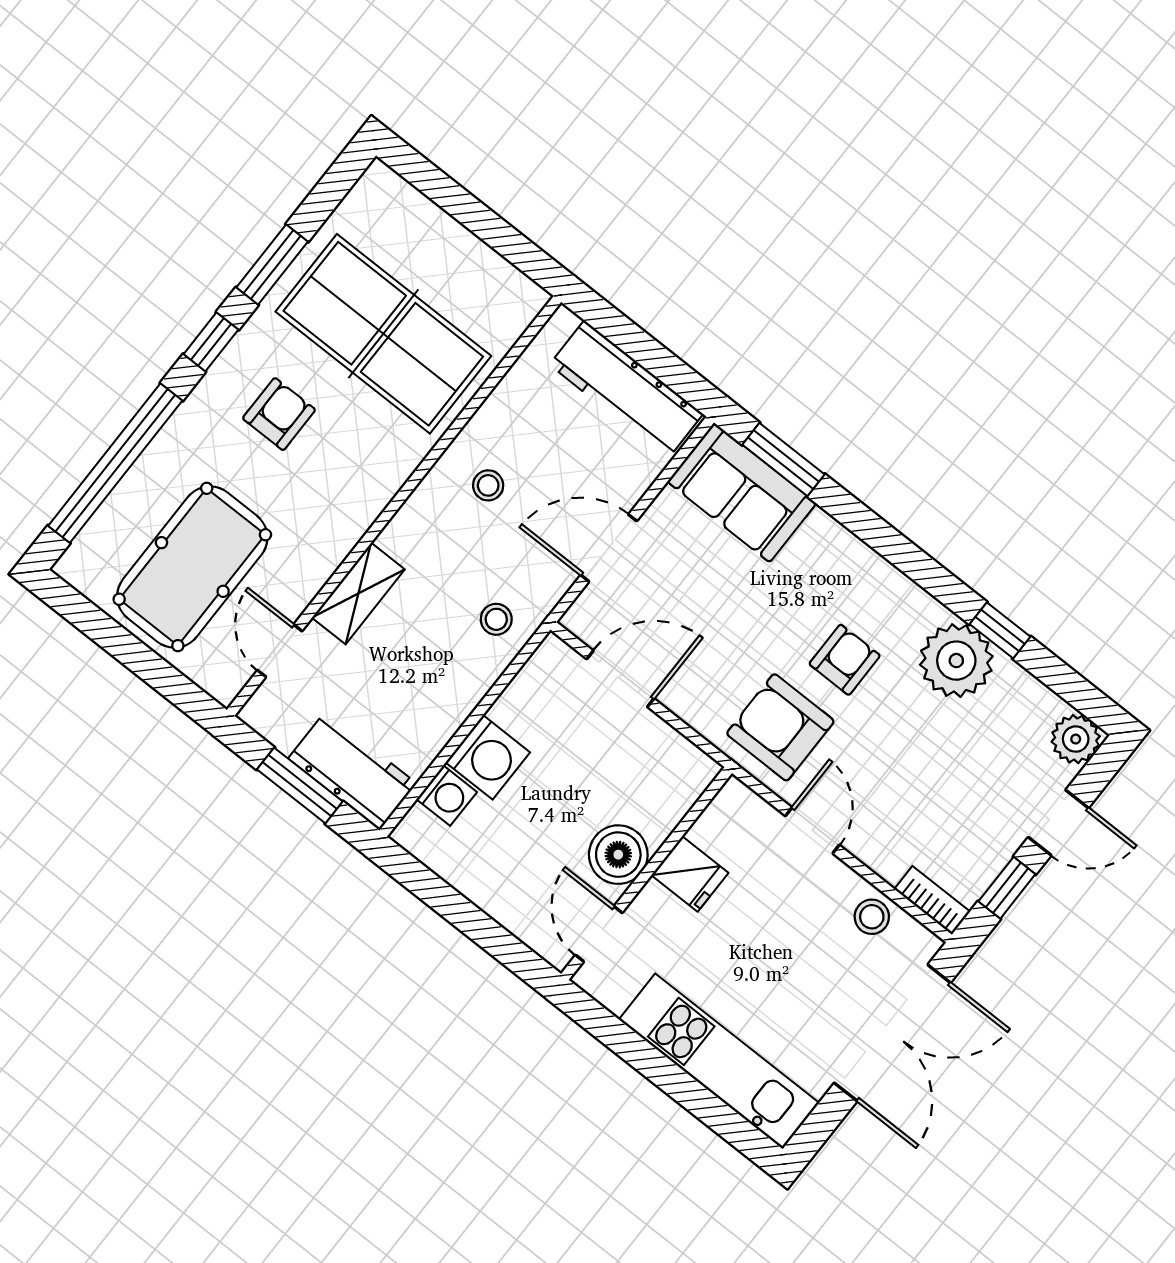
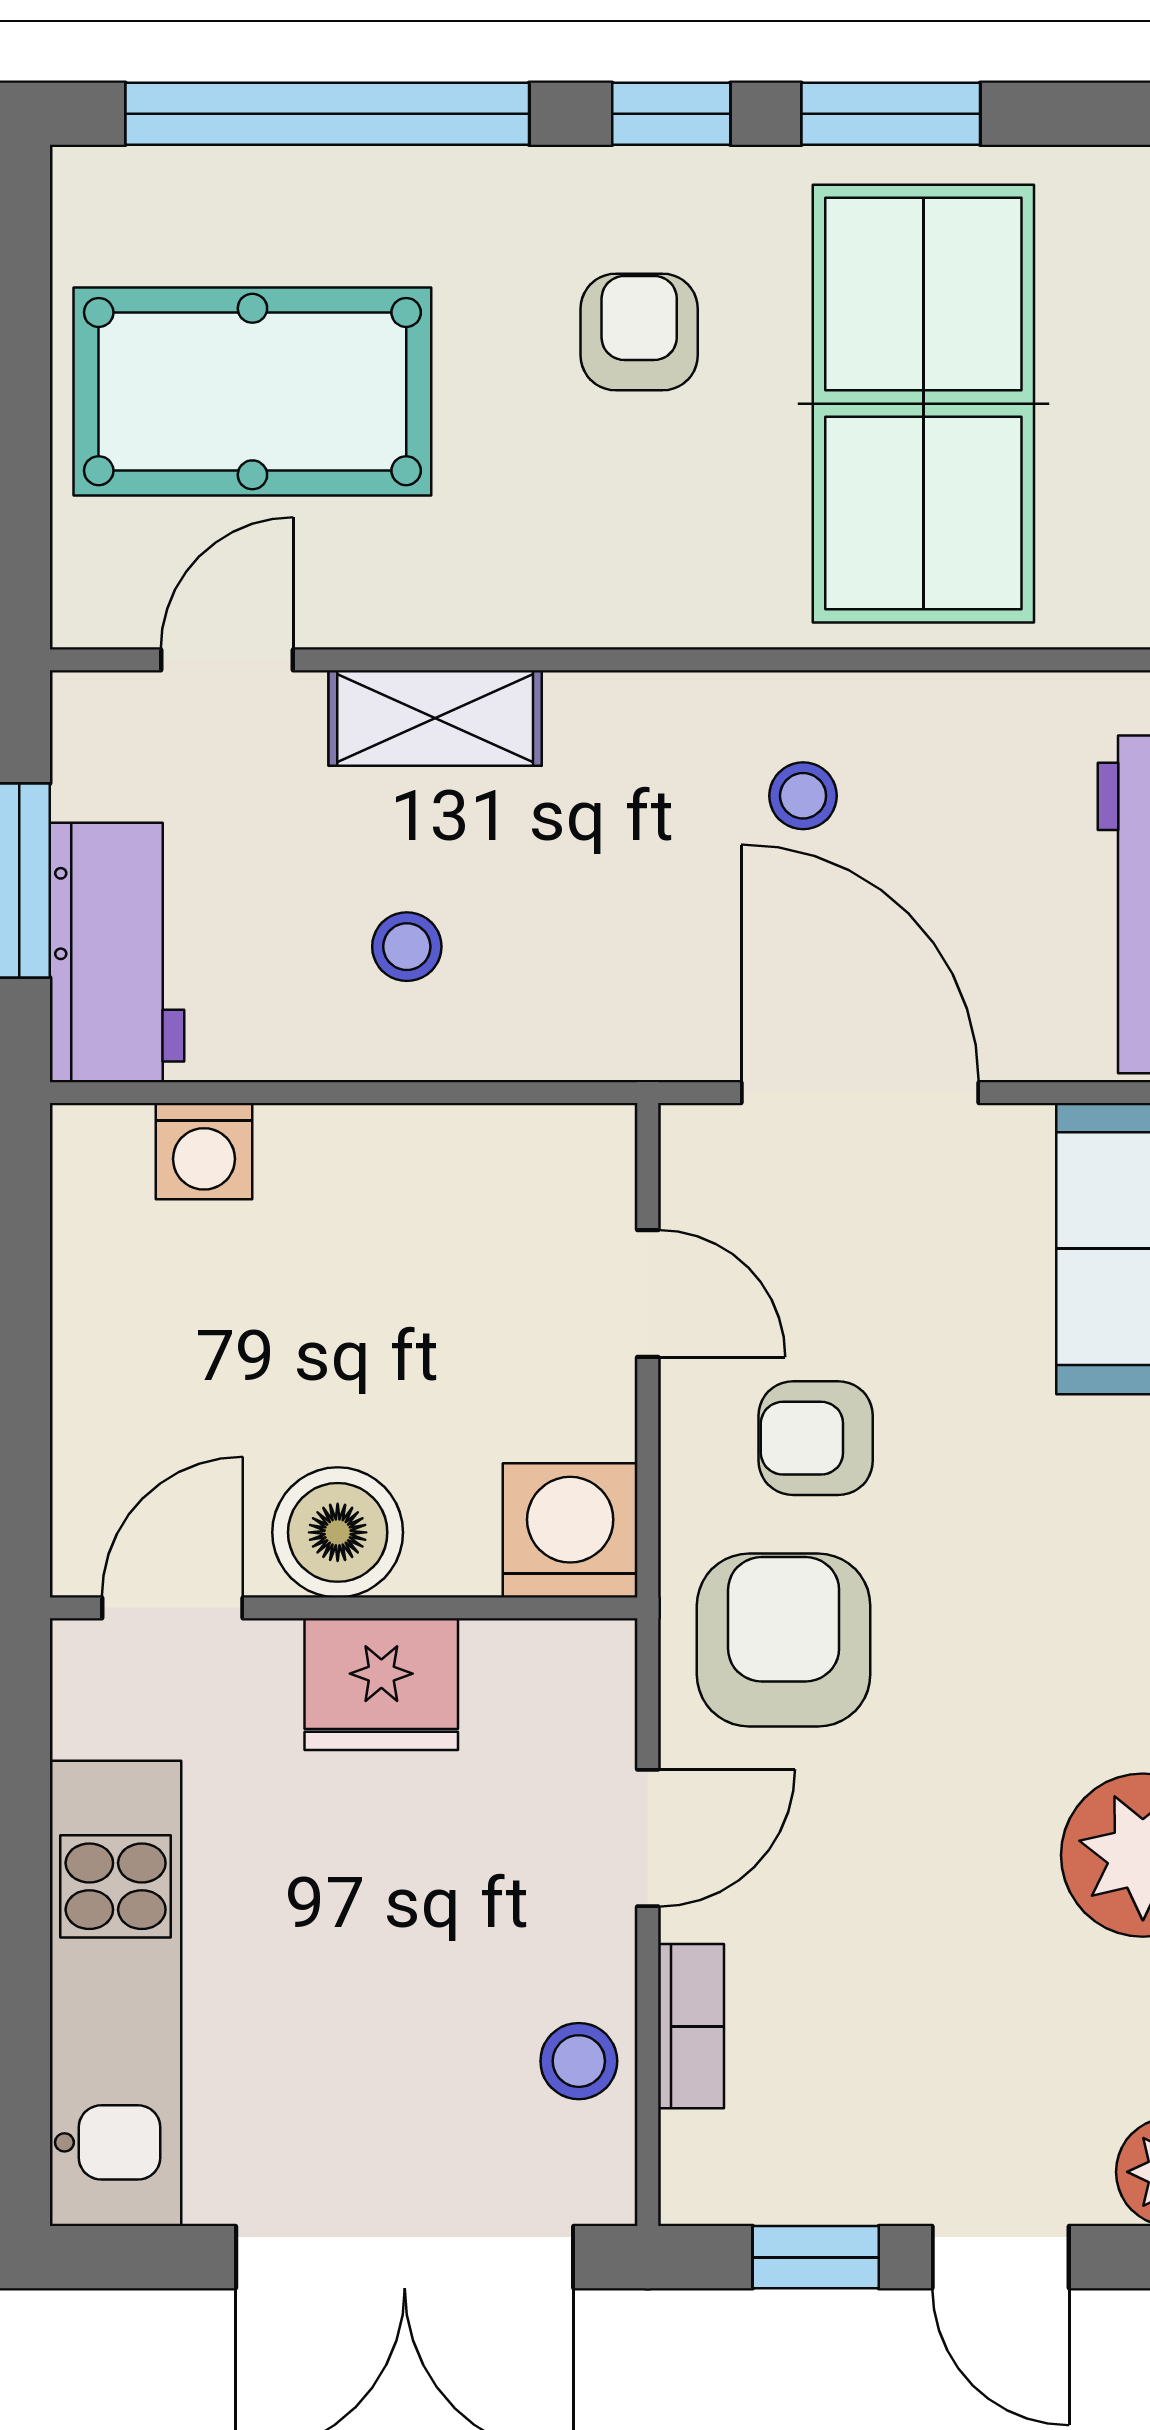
armchair: (279, 414) -> (639, 332), turned -90
door: (609, 548) -> (860, 1093), width x1.36
stool: (496, 619) -> (407, 947), moved
armchair: (845, 660) -> (816, 1438), moved, turned 180
door: (620, 679) -> (648, 1293), width x0.73
washing machine: (488, 757) -> (570, 1530), moved, turned 180
fridge: (690, 874) -> (381, 1684), width x1.38
bookcase: (932, 900) -> (691, 2026), moved

